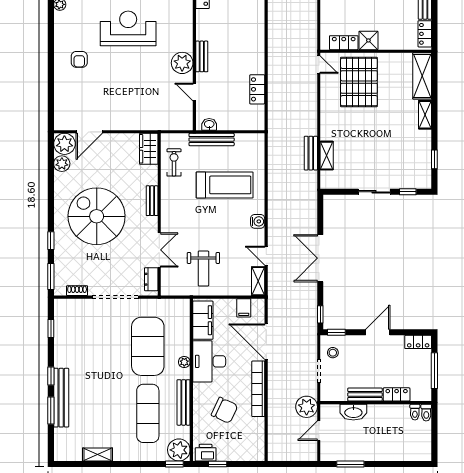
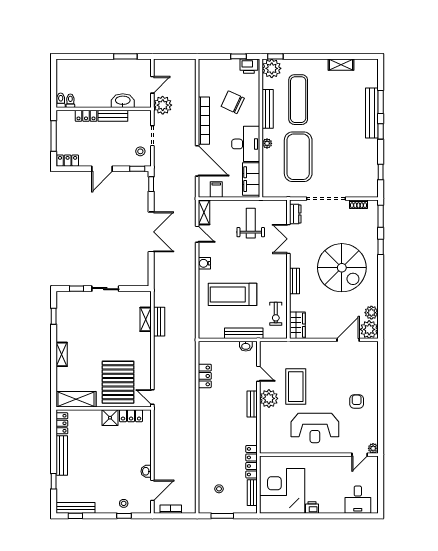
shelving: (422, 76) -> (76, 399), moved, turned 90
coffee table: (150, 77) -> (296, 387), added

